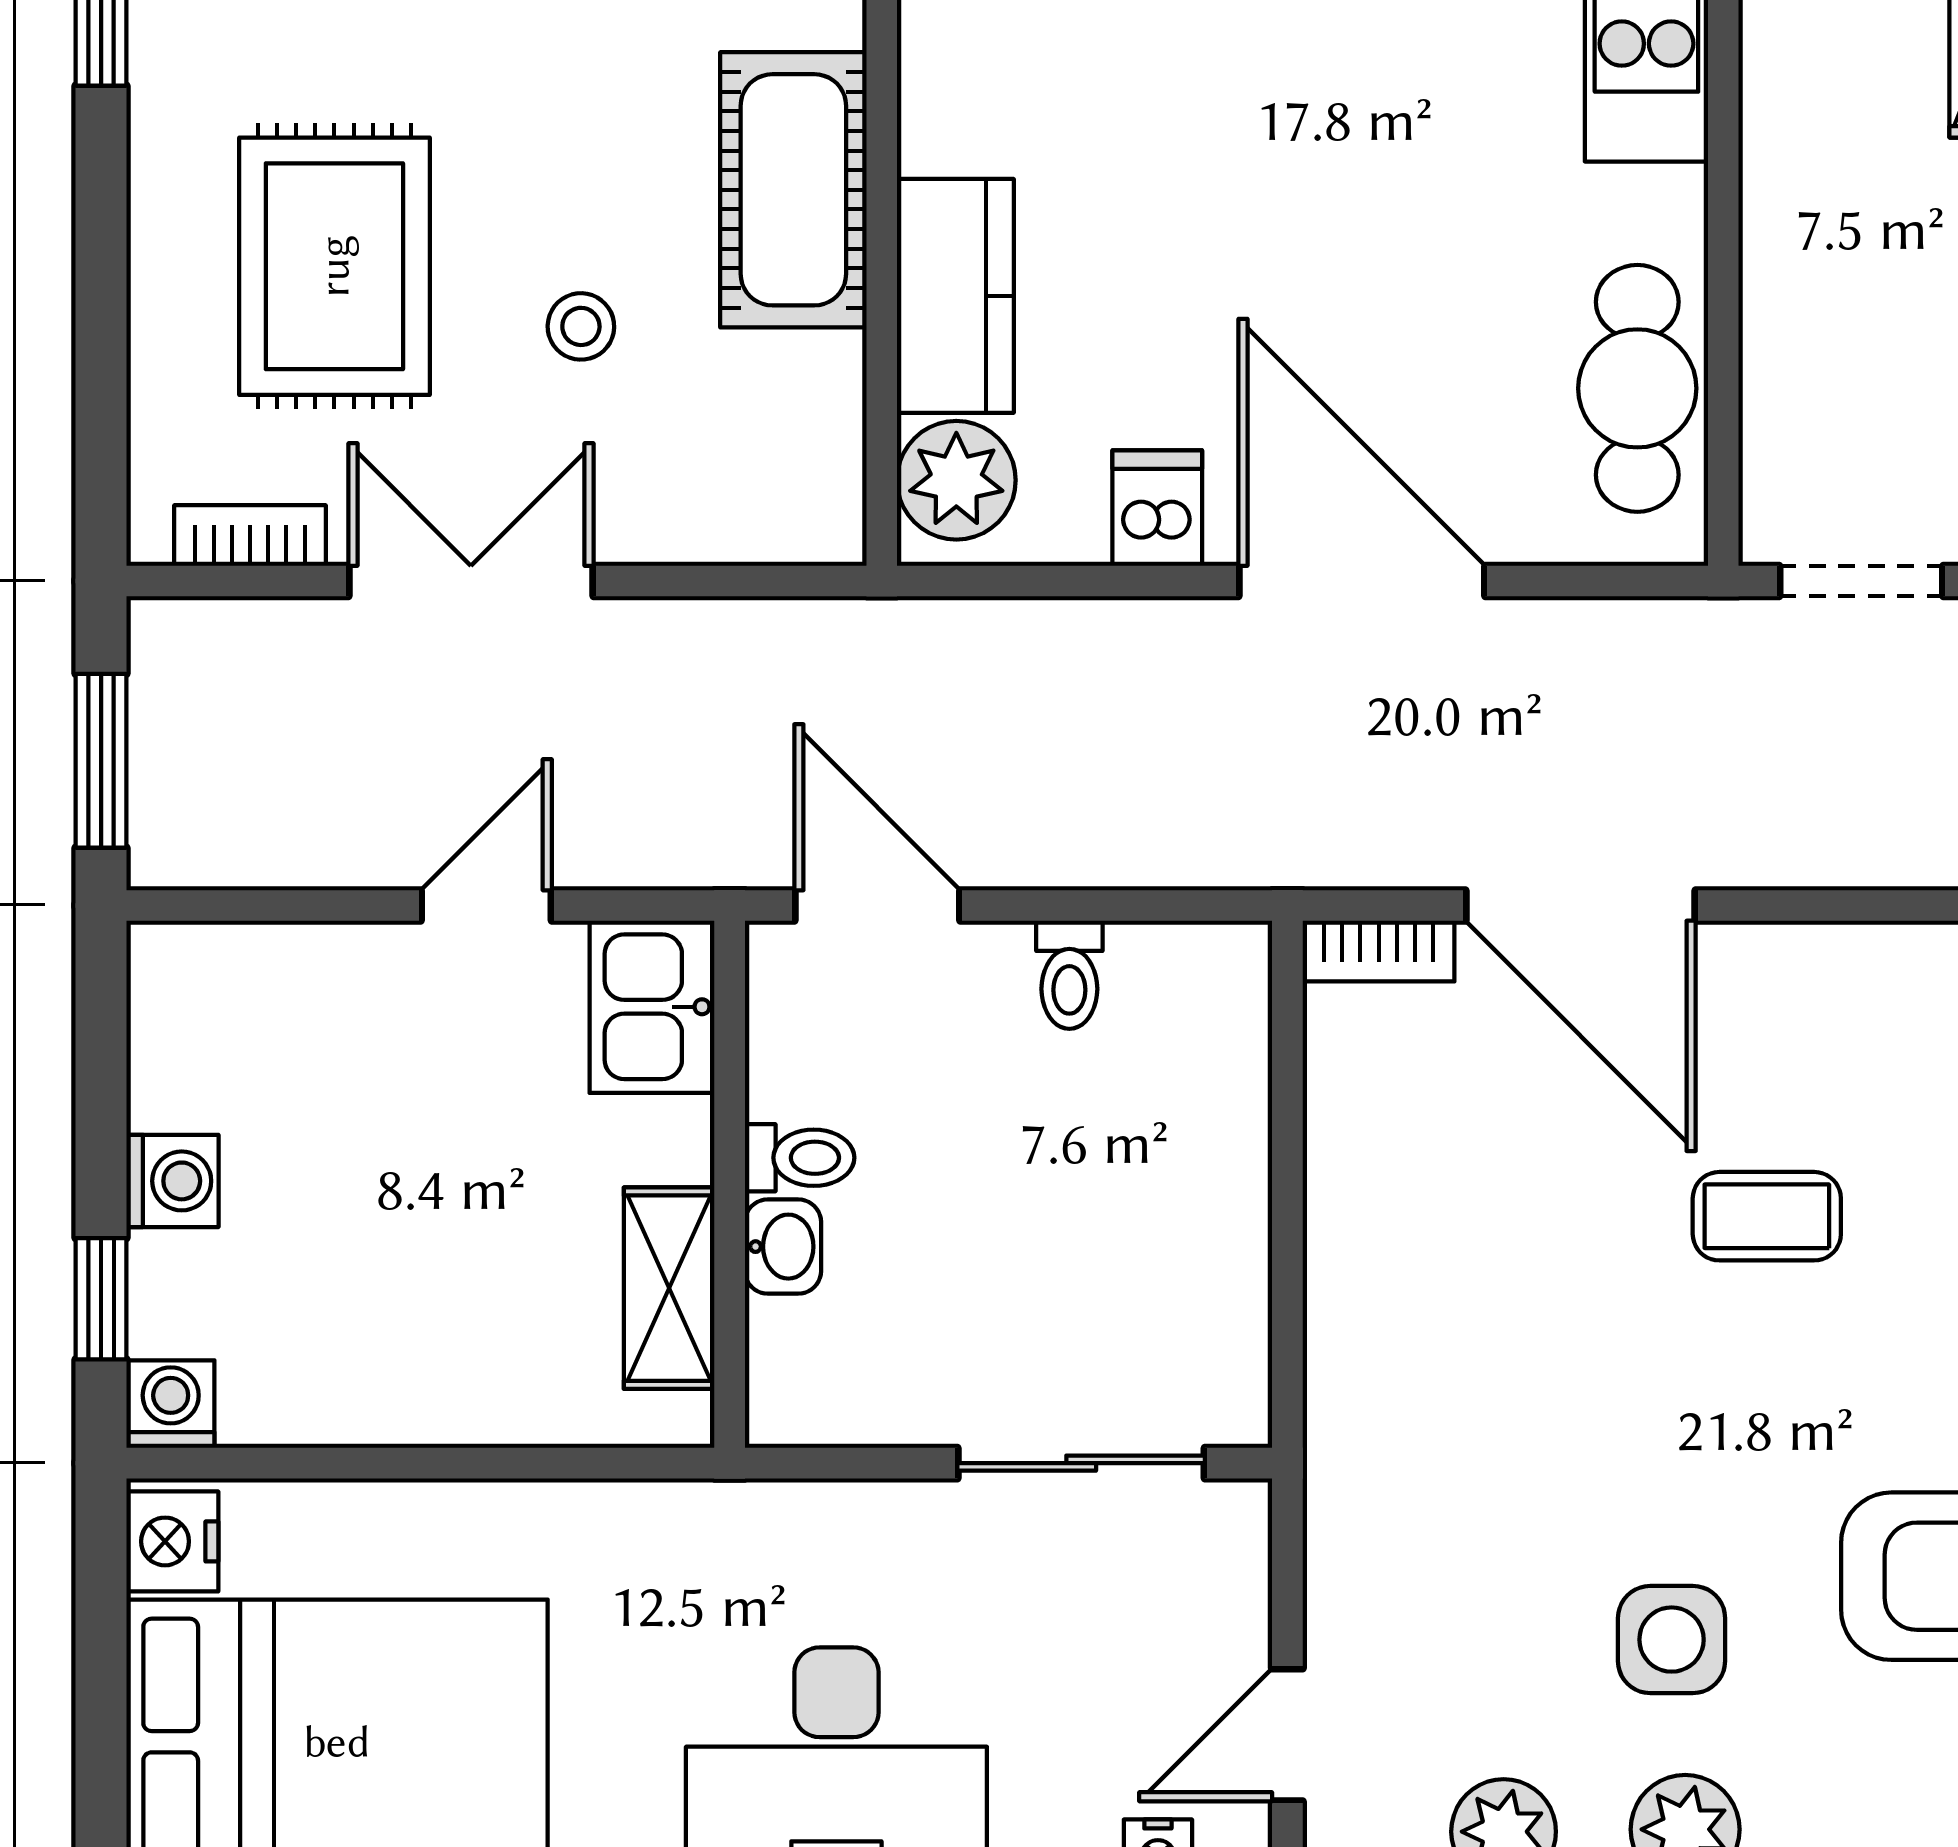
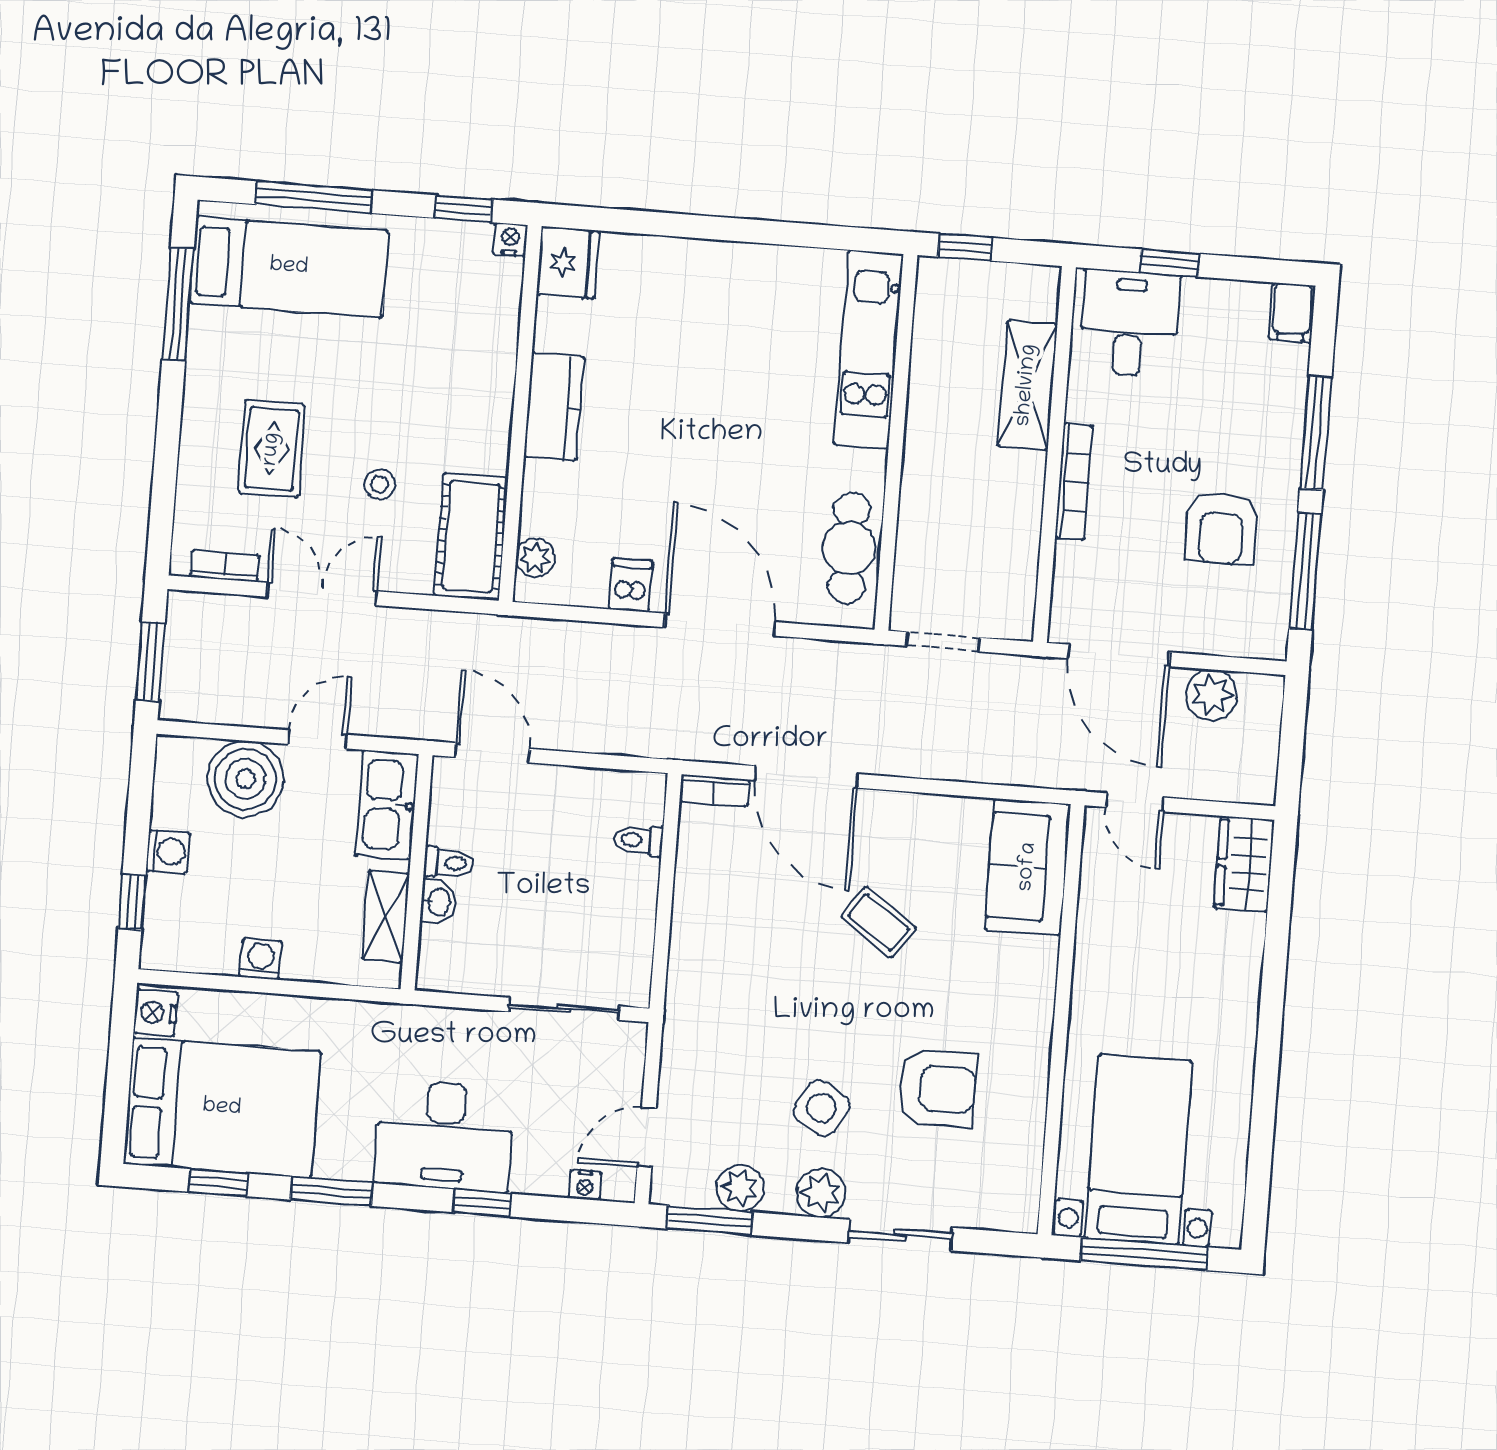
cot: (793, 190) -> (471, 537), moved
rug: (334, 266) -> (272, 449), width x0.73, depth x0.70
kitchen counter: (955, 296) -> (554, 407), moved
plant: (956, 480) -> (535, 558), width x0.73, depth x0.73
toilet: (1069, 975) -> (638, 840), moved, turned 90
boiler: (333, 1006) -> (246, 779), added
kitchen sink: (652, 1007) -> (387, 805), width x1.38
coffee table: (1767, 1216) -> (879, 922), turned 35
washing machine: (171, 1404) -> (261, 959), moved
side table: (1672, 1640) -> (822, 1108), turned 31

